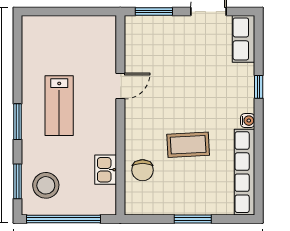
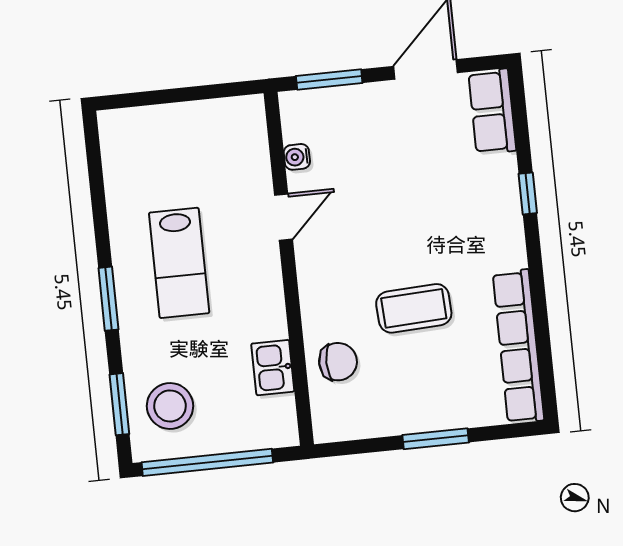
water cooler: (248, 121) -> (297, 157), moved, turned 180
chair: (143, 170) -> (338, 362), turned -90

